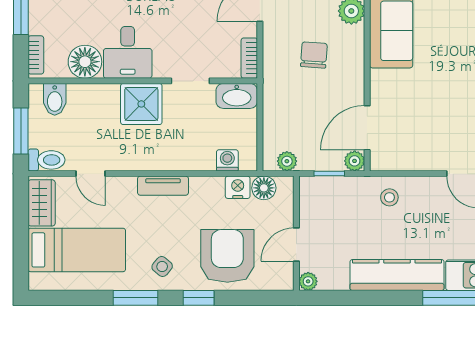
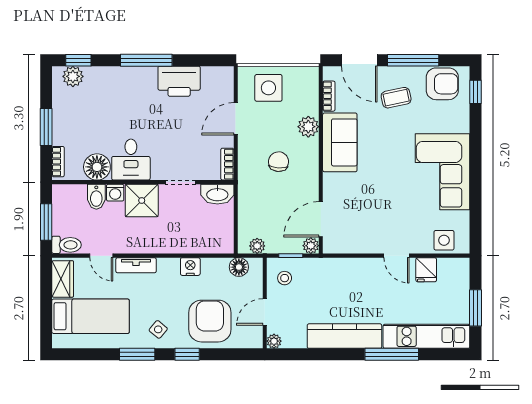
bidet: (55, 99) -> (96, 197), moved
washing machine: (227, 160) -> (115, 193), moved, turned 180
tv unit: (163, 186) -> (136, 265), moved
nightstand: (238, 187) -> (190, 267), moved
stool: (389, 197) -> (285, 278), moved

